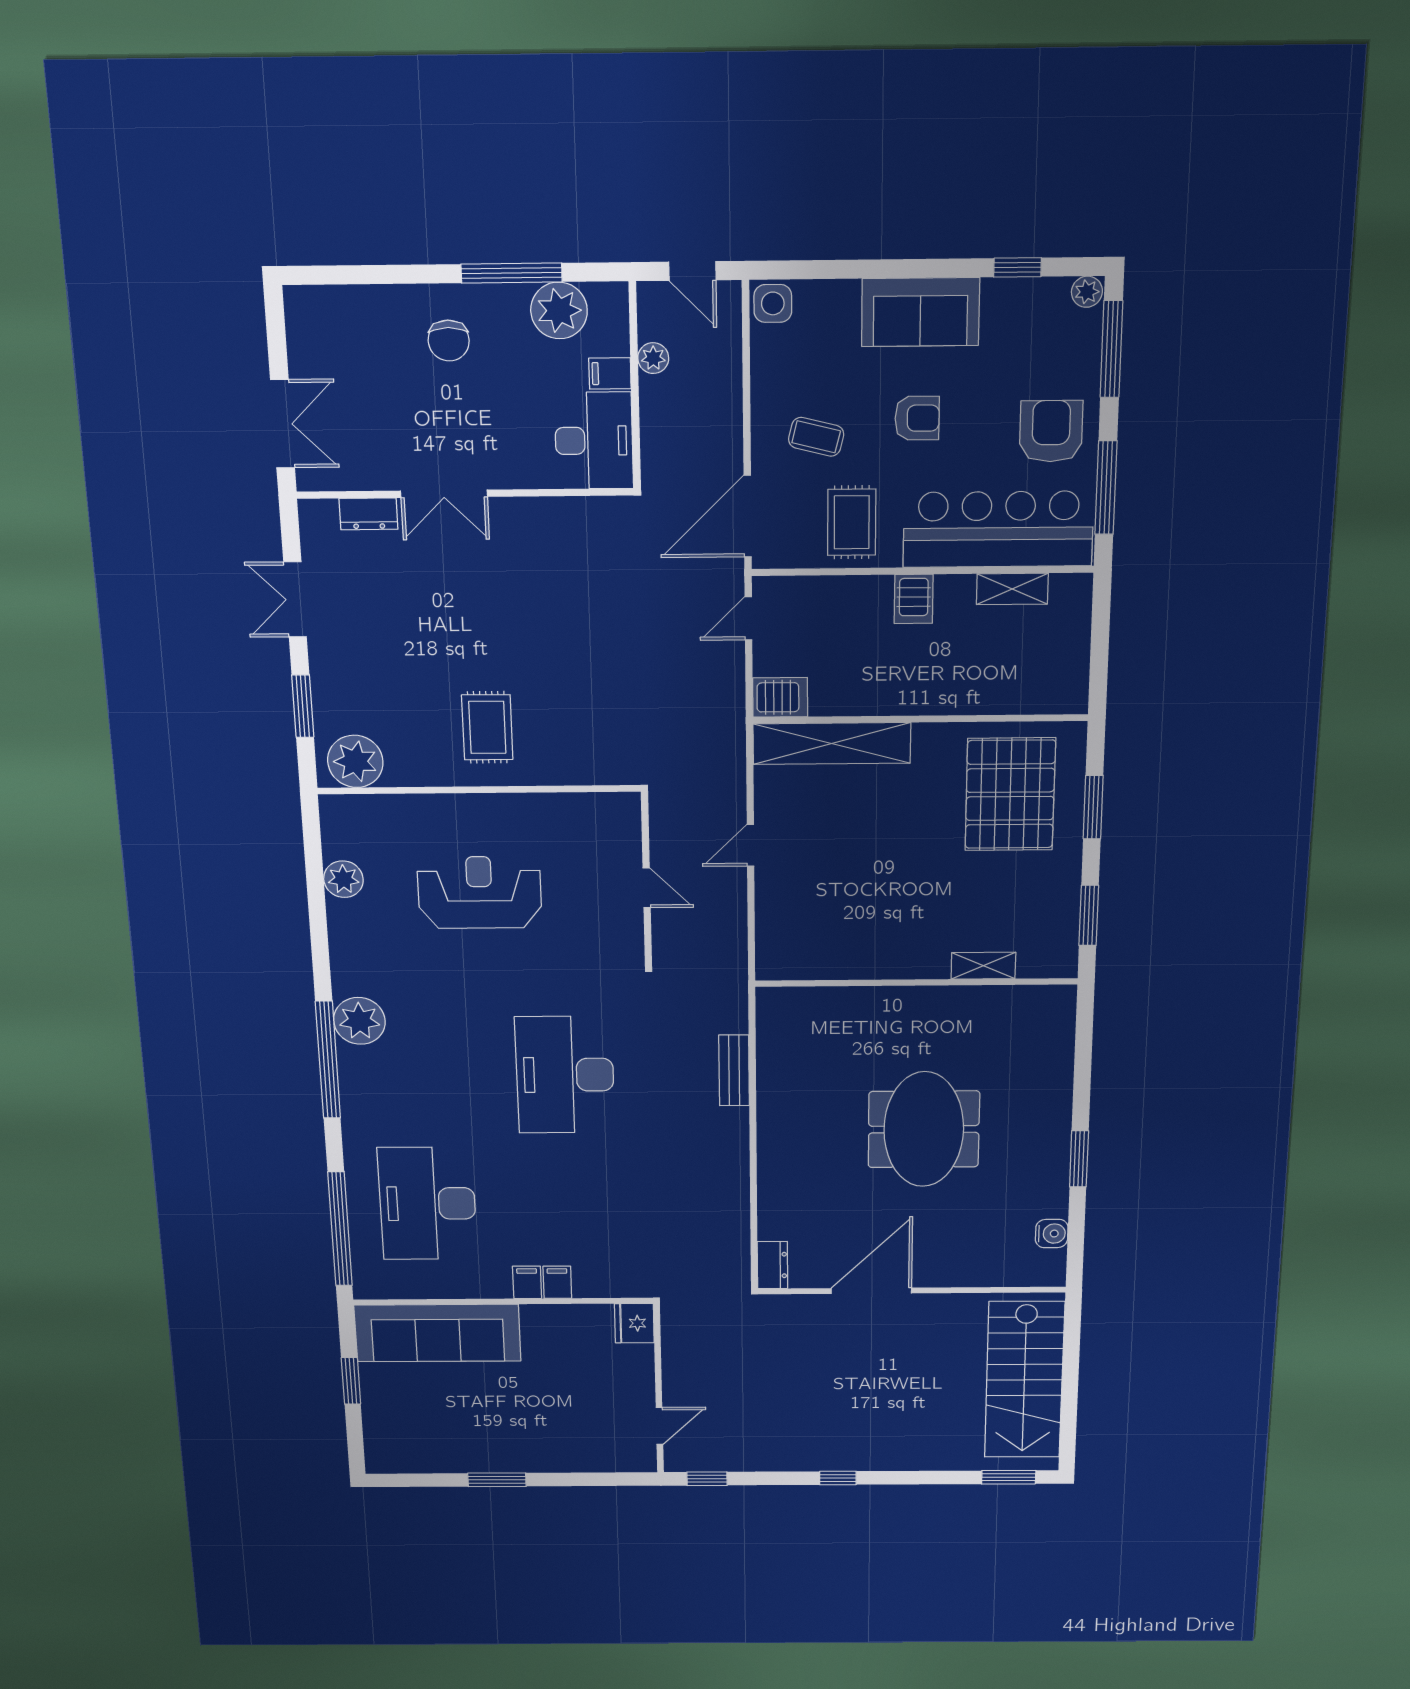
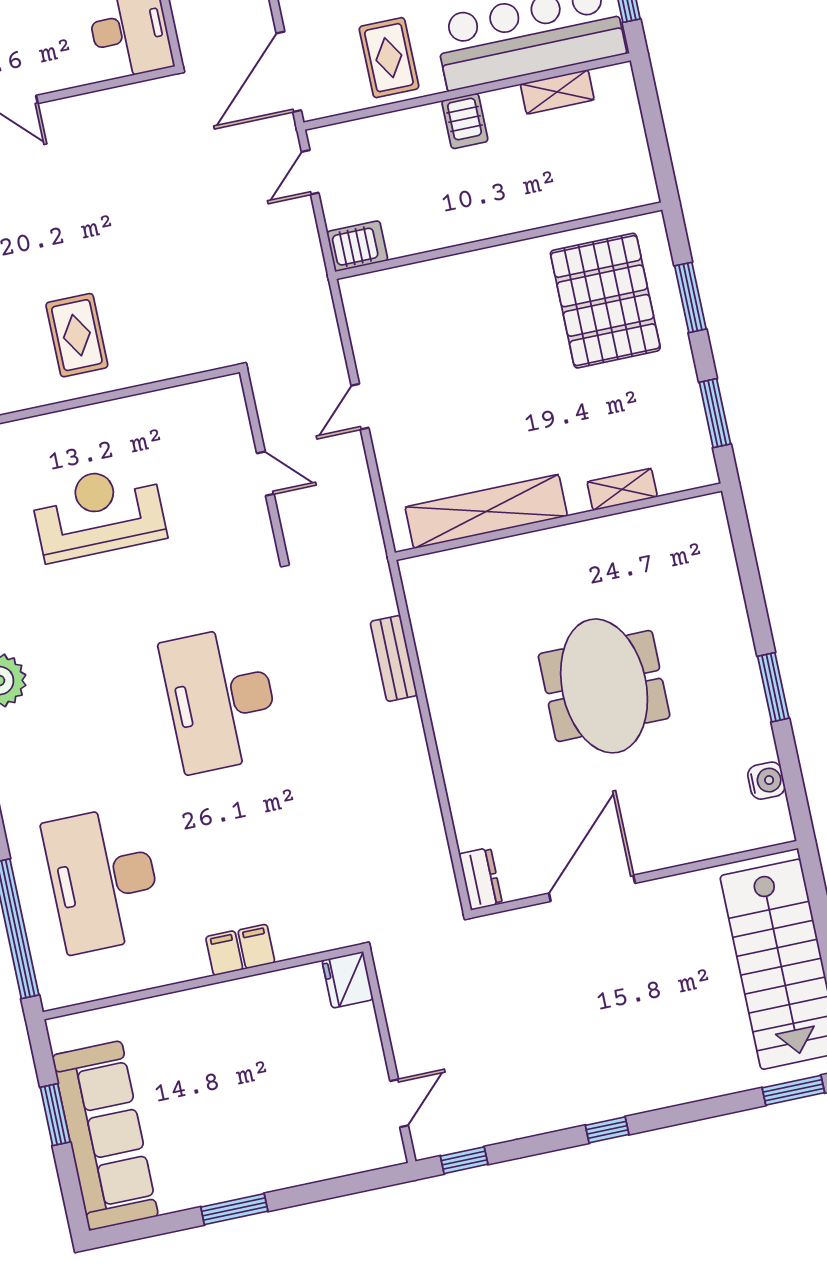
shelving: (832, 744) -> (486, 512), moved
sofa: (438, 1333) -> (105, 1136), moved, turned -90

